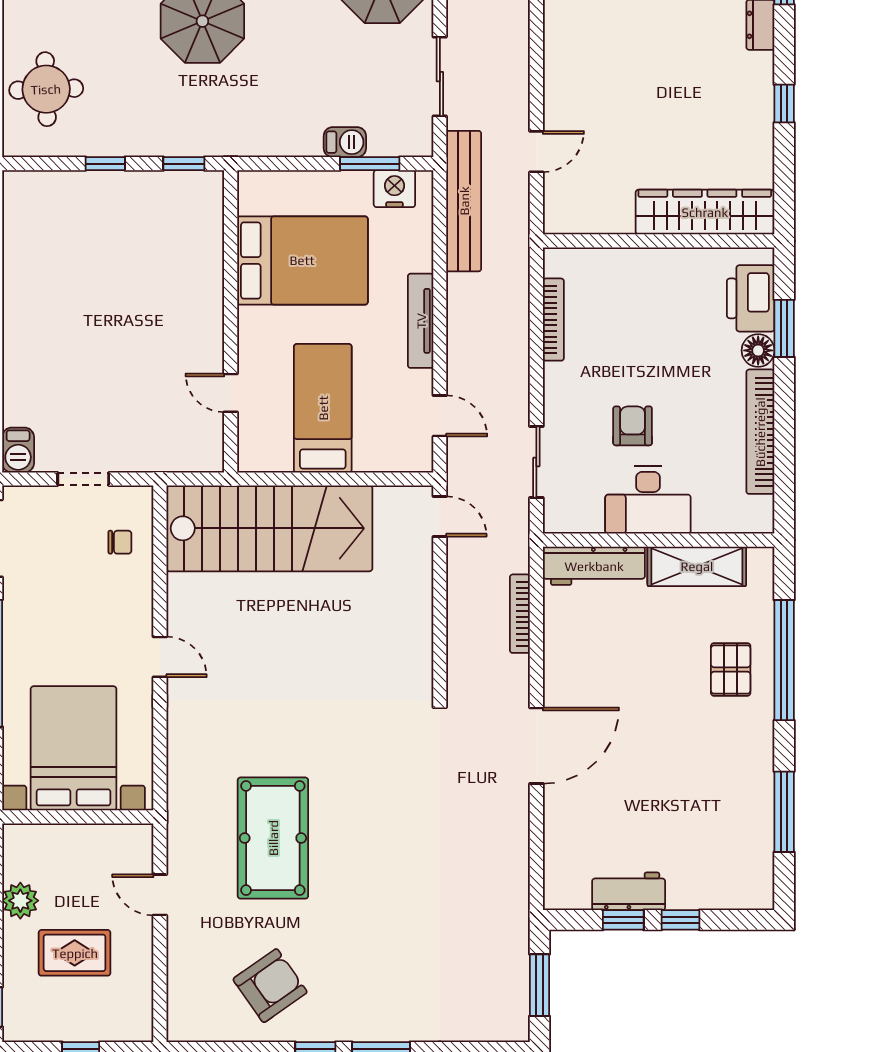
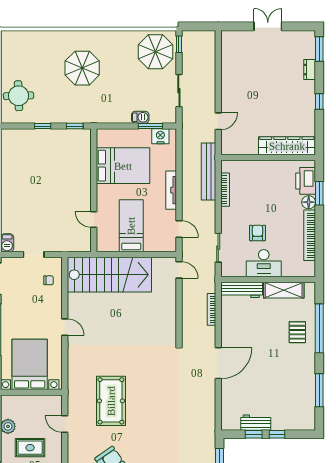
bench: (464, 201) -> (209, 172), moved

